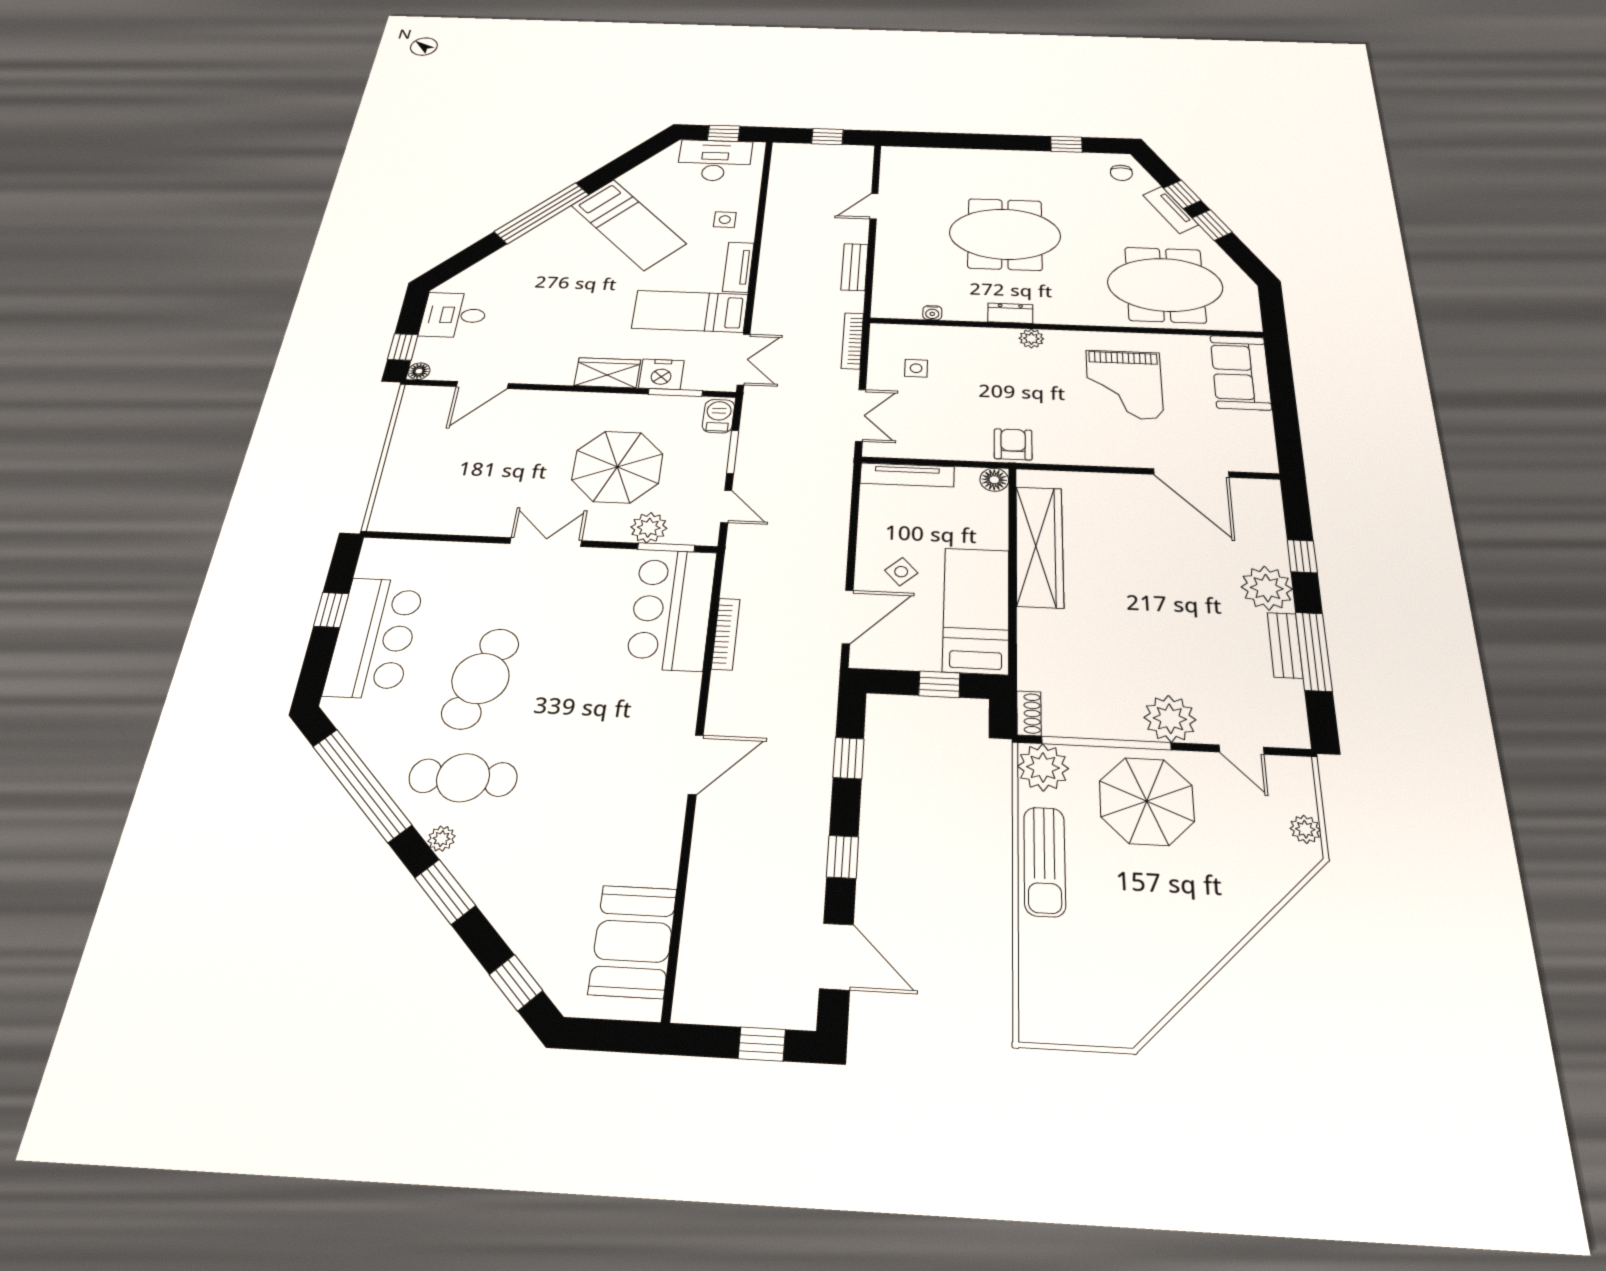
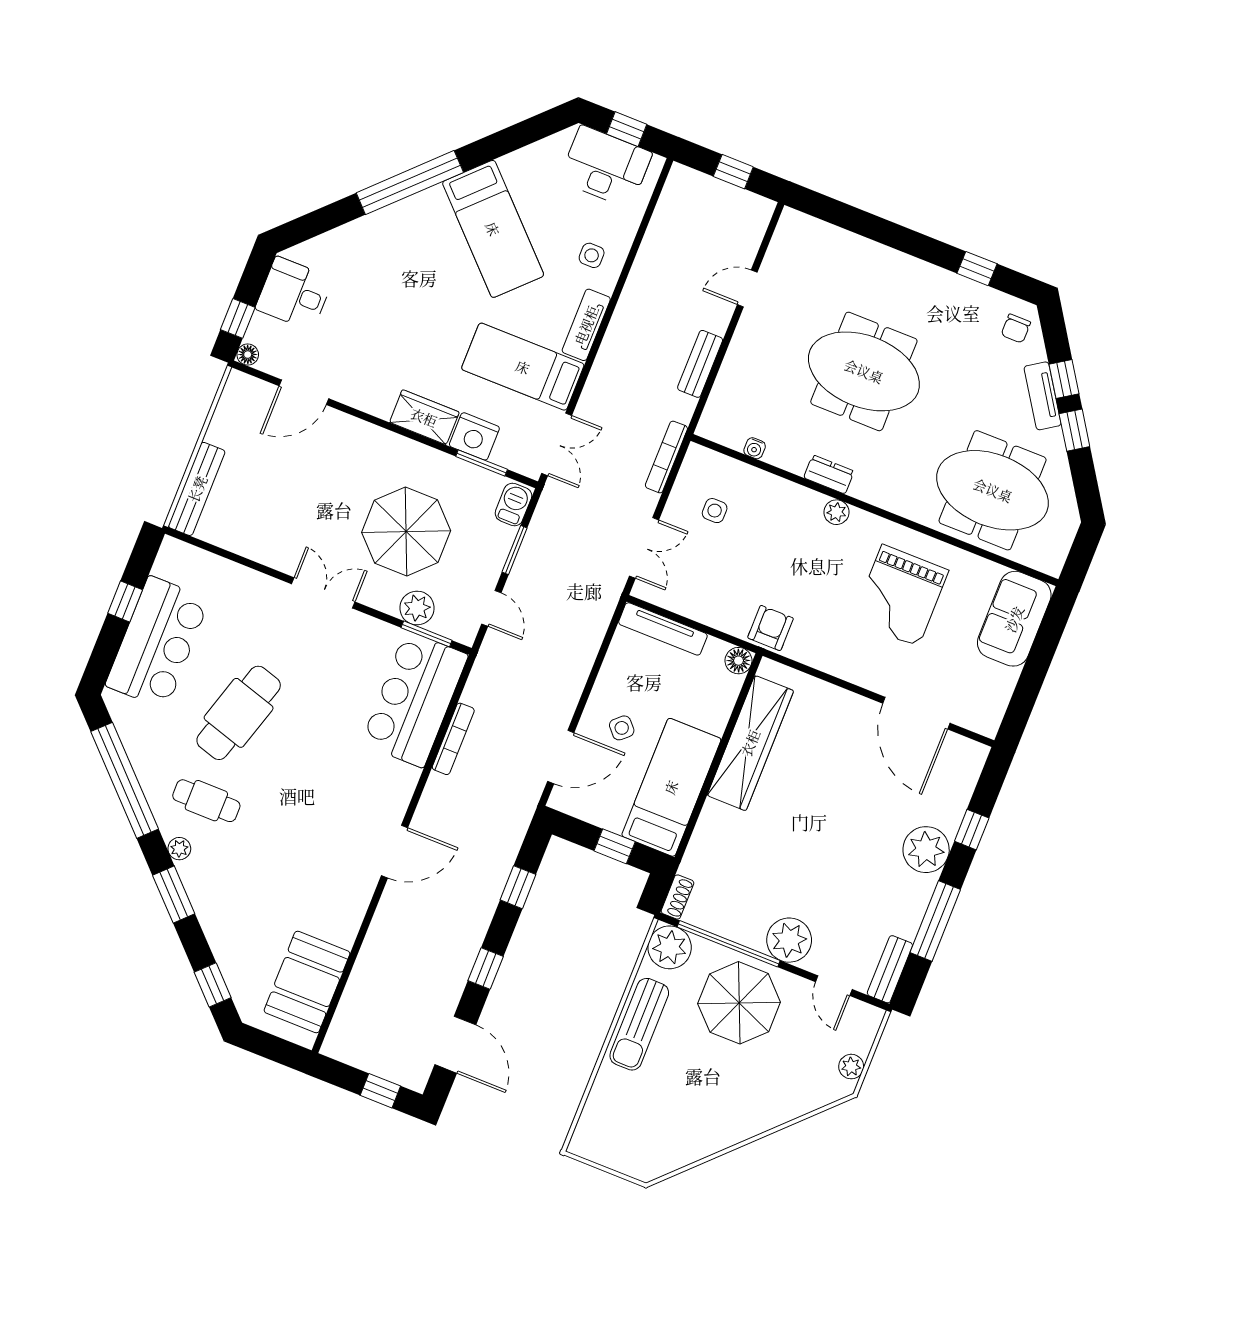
bench: (390, 491) -> (197, 489), added
bench: (1285, 645) -> (890, 969), moved
cafe table: (463, 778) -> (206, 801), width x0.73, depth x0.74

